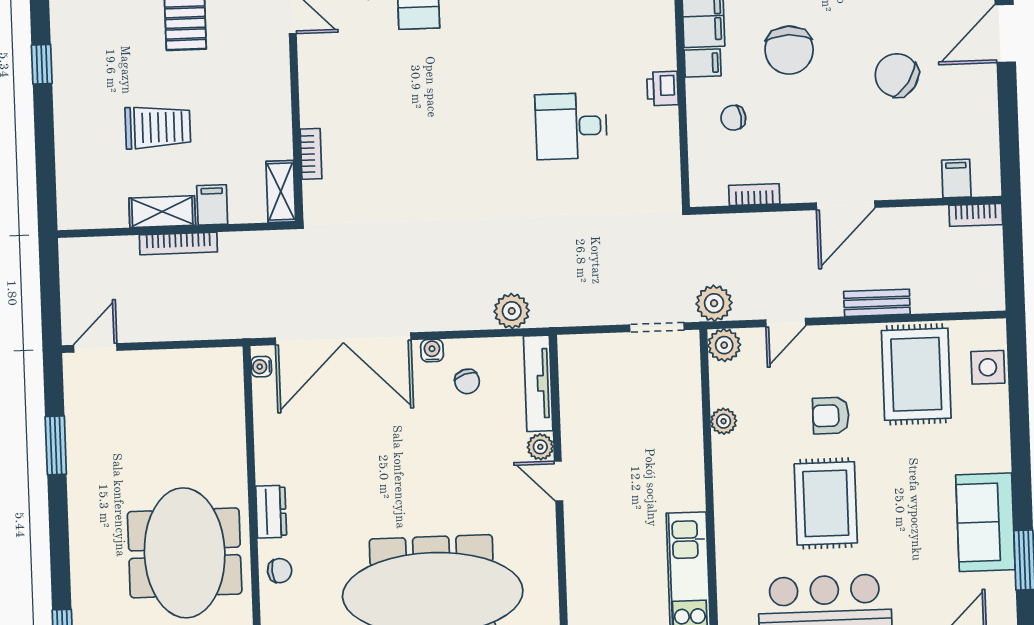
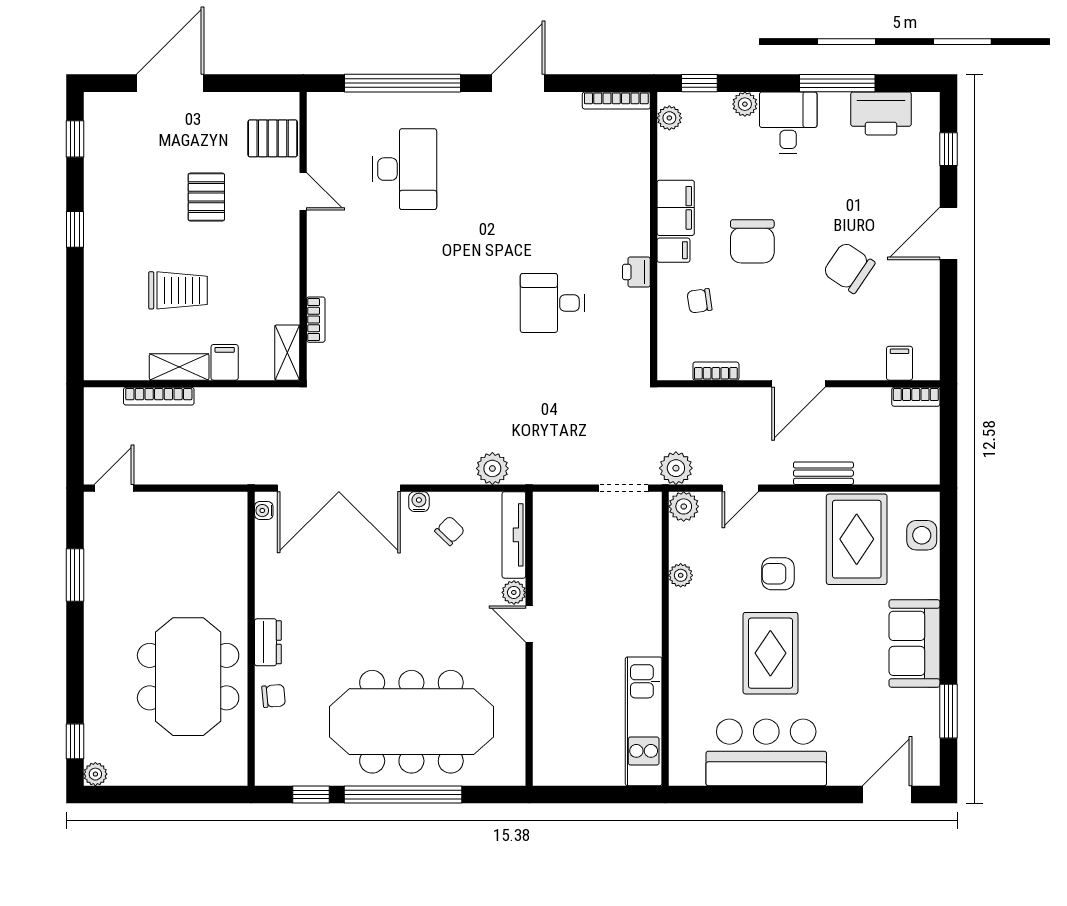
bookcase: (178, 243) -> (159, 396), moved
chair: (467, 381) -> (450, 531), turned -119
sofa: (985, 522) -> (914, 643), moved

